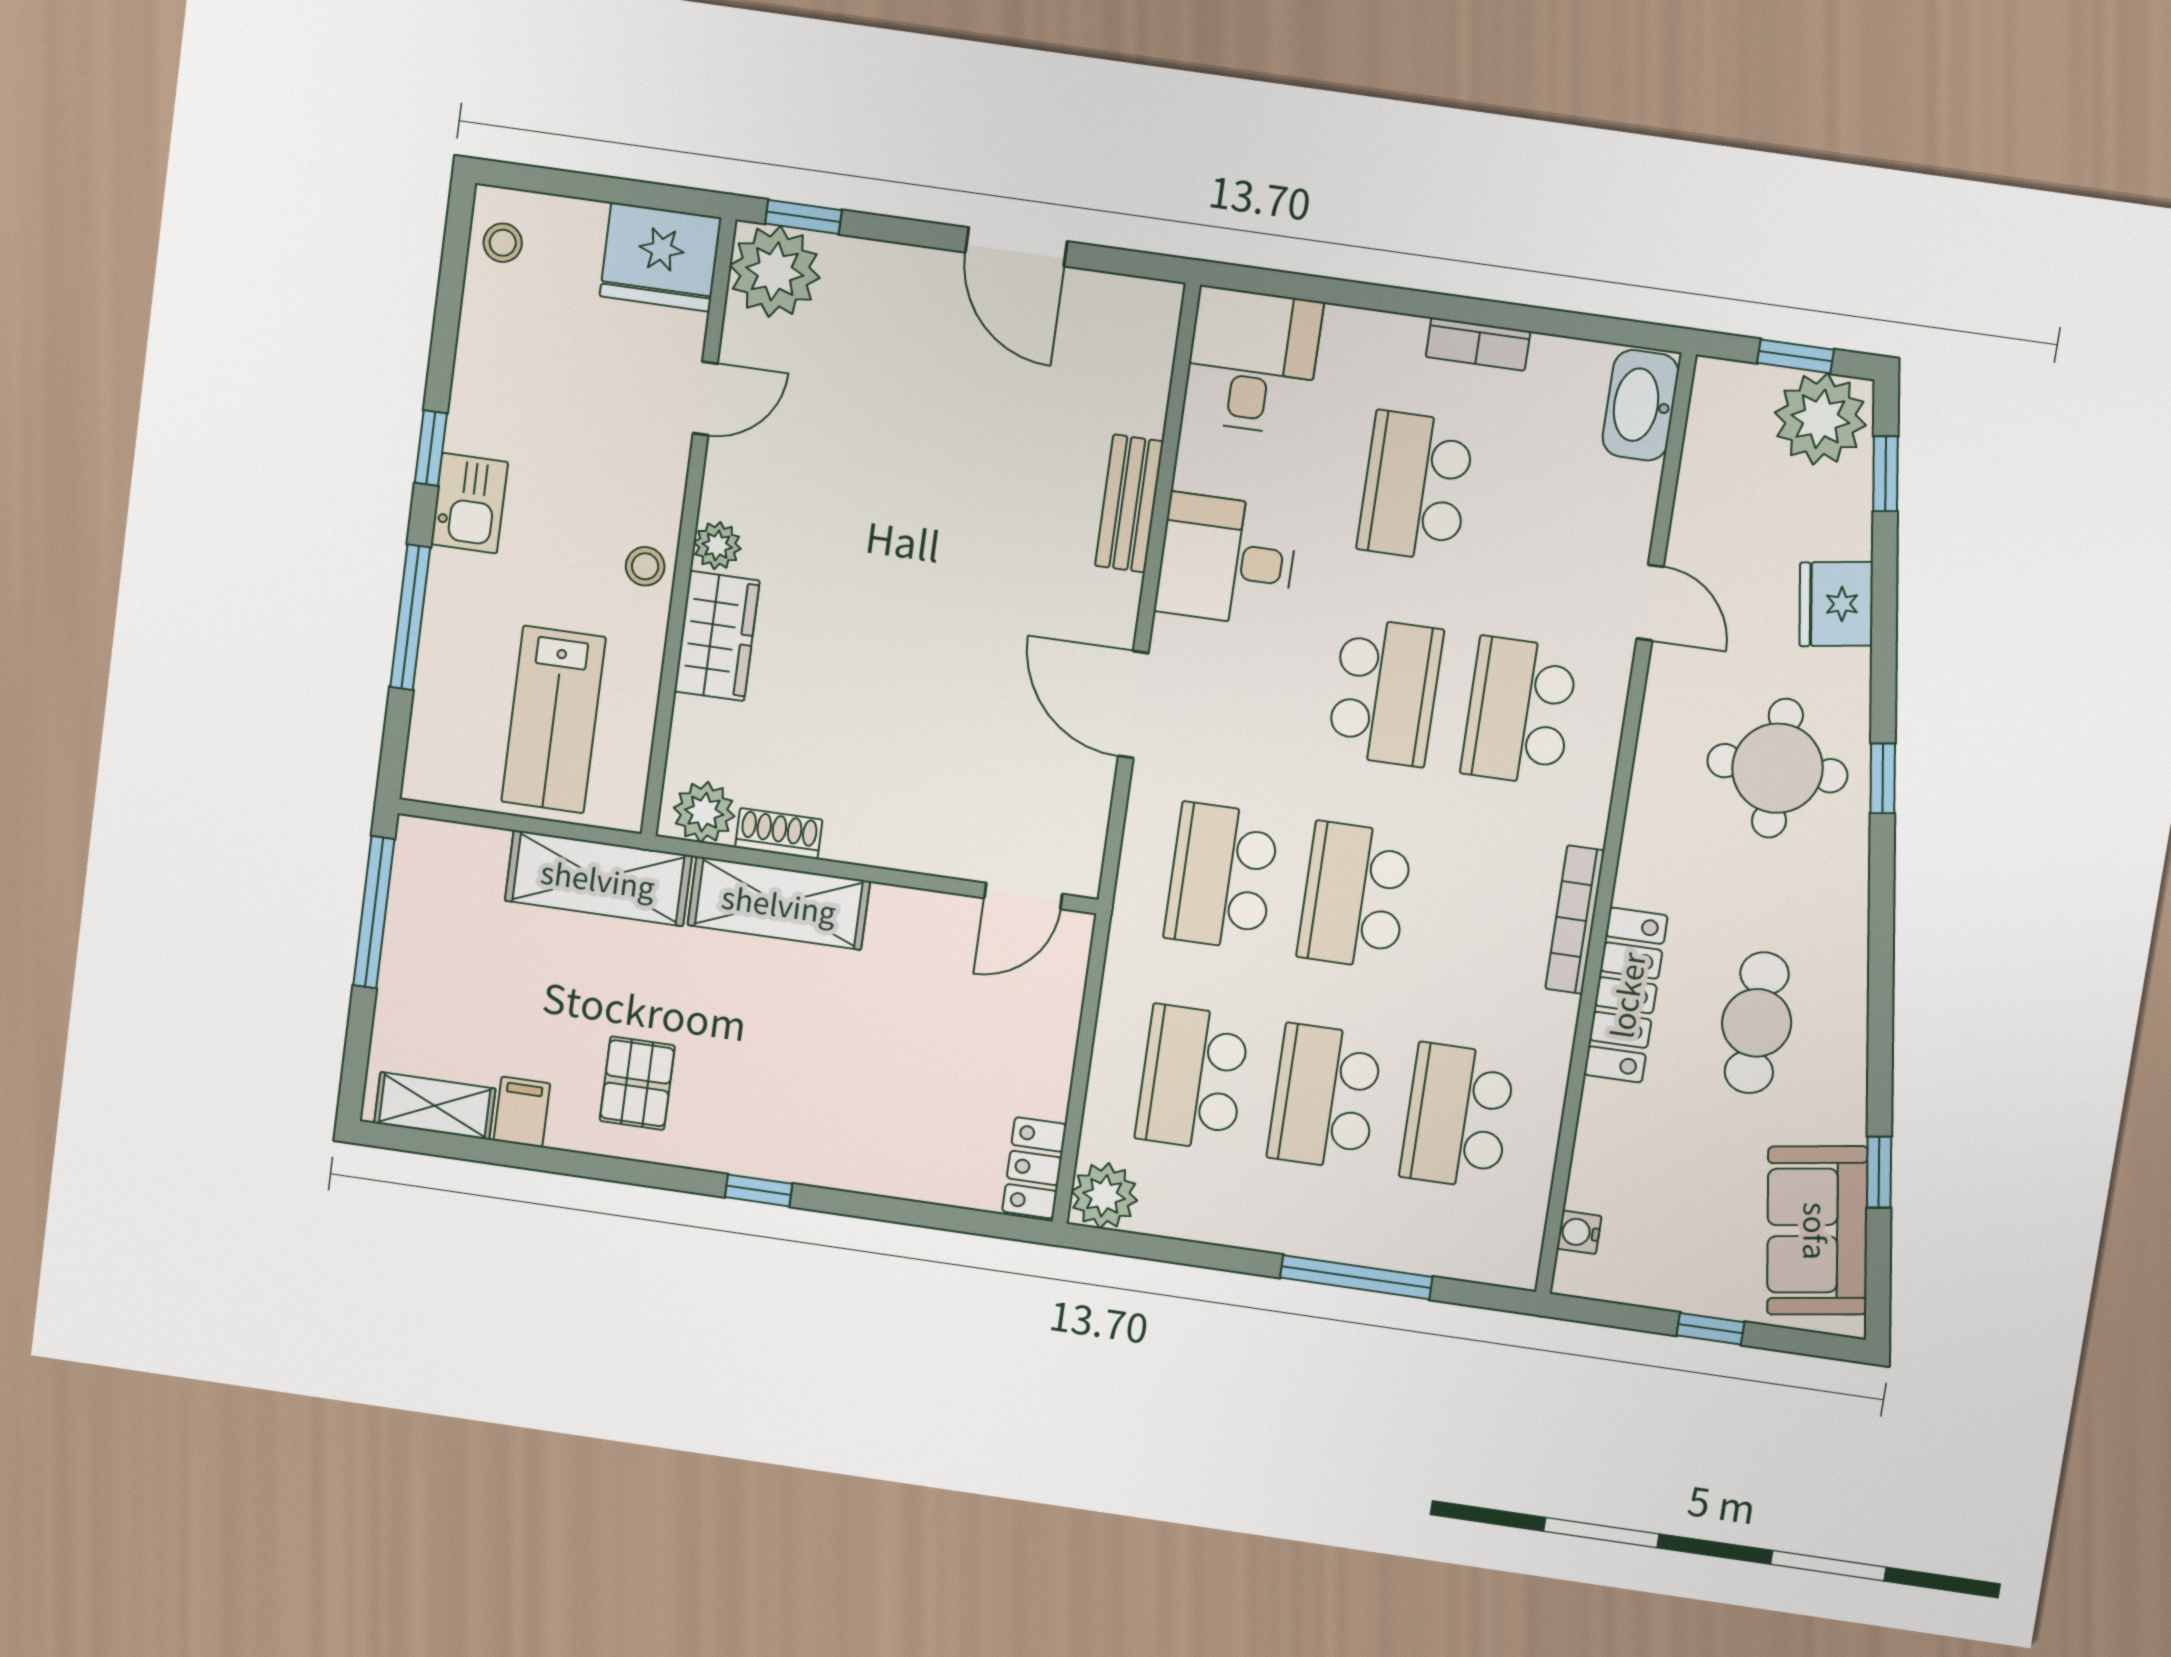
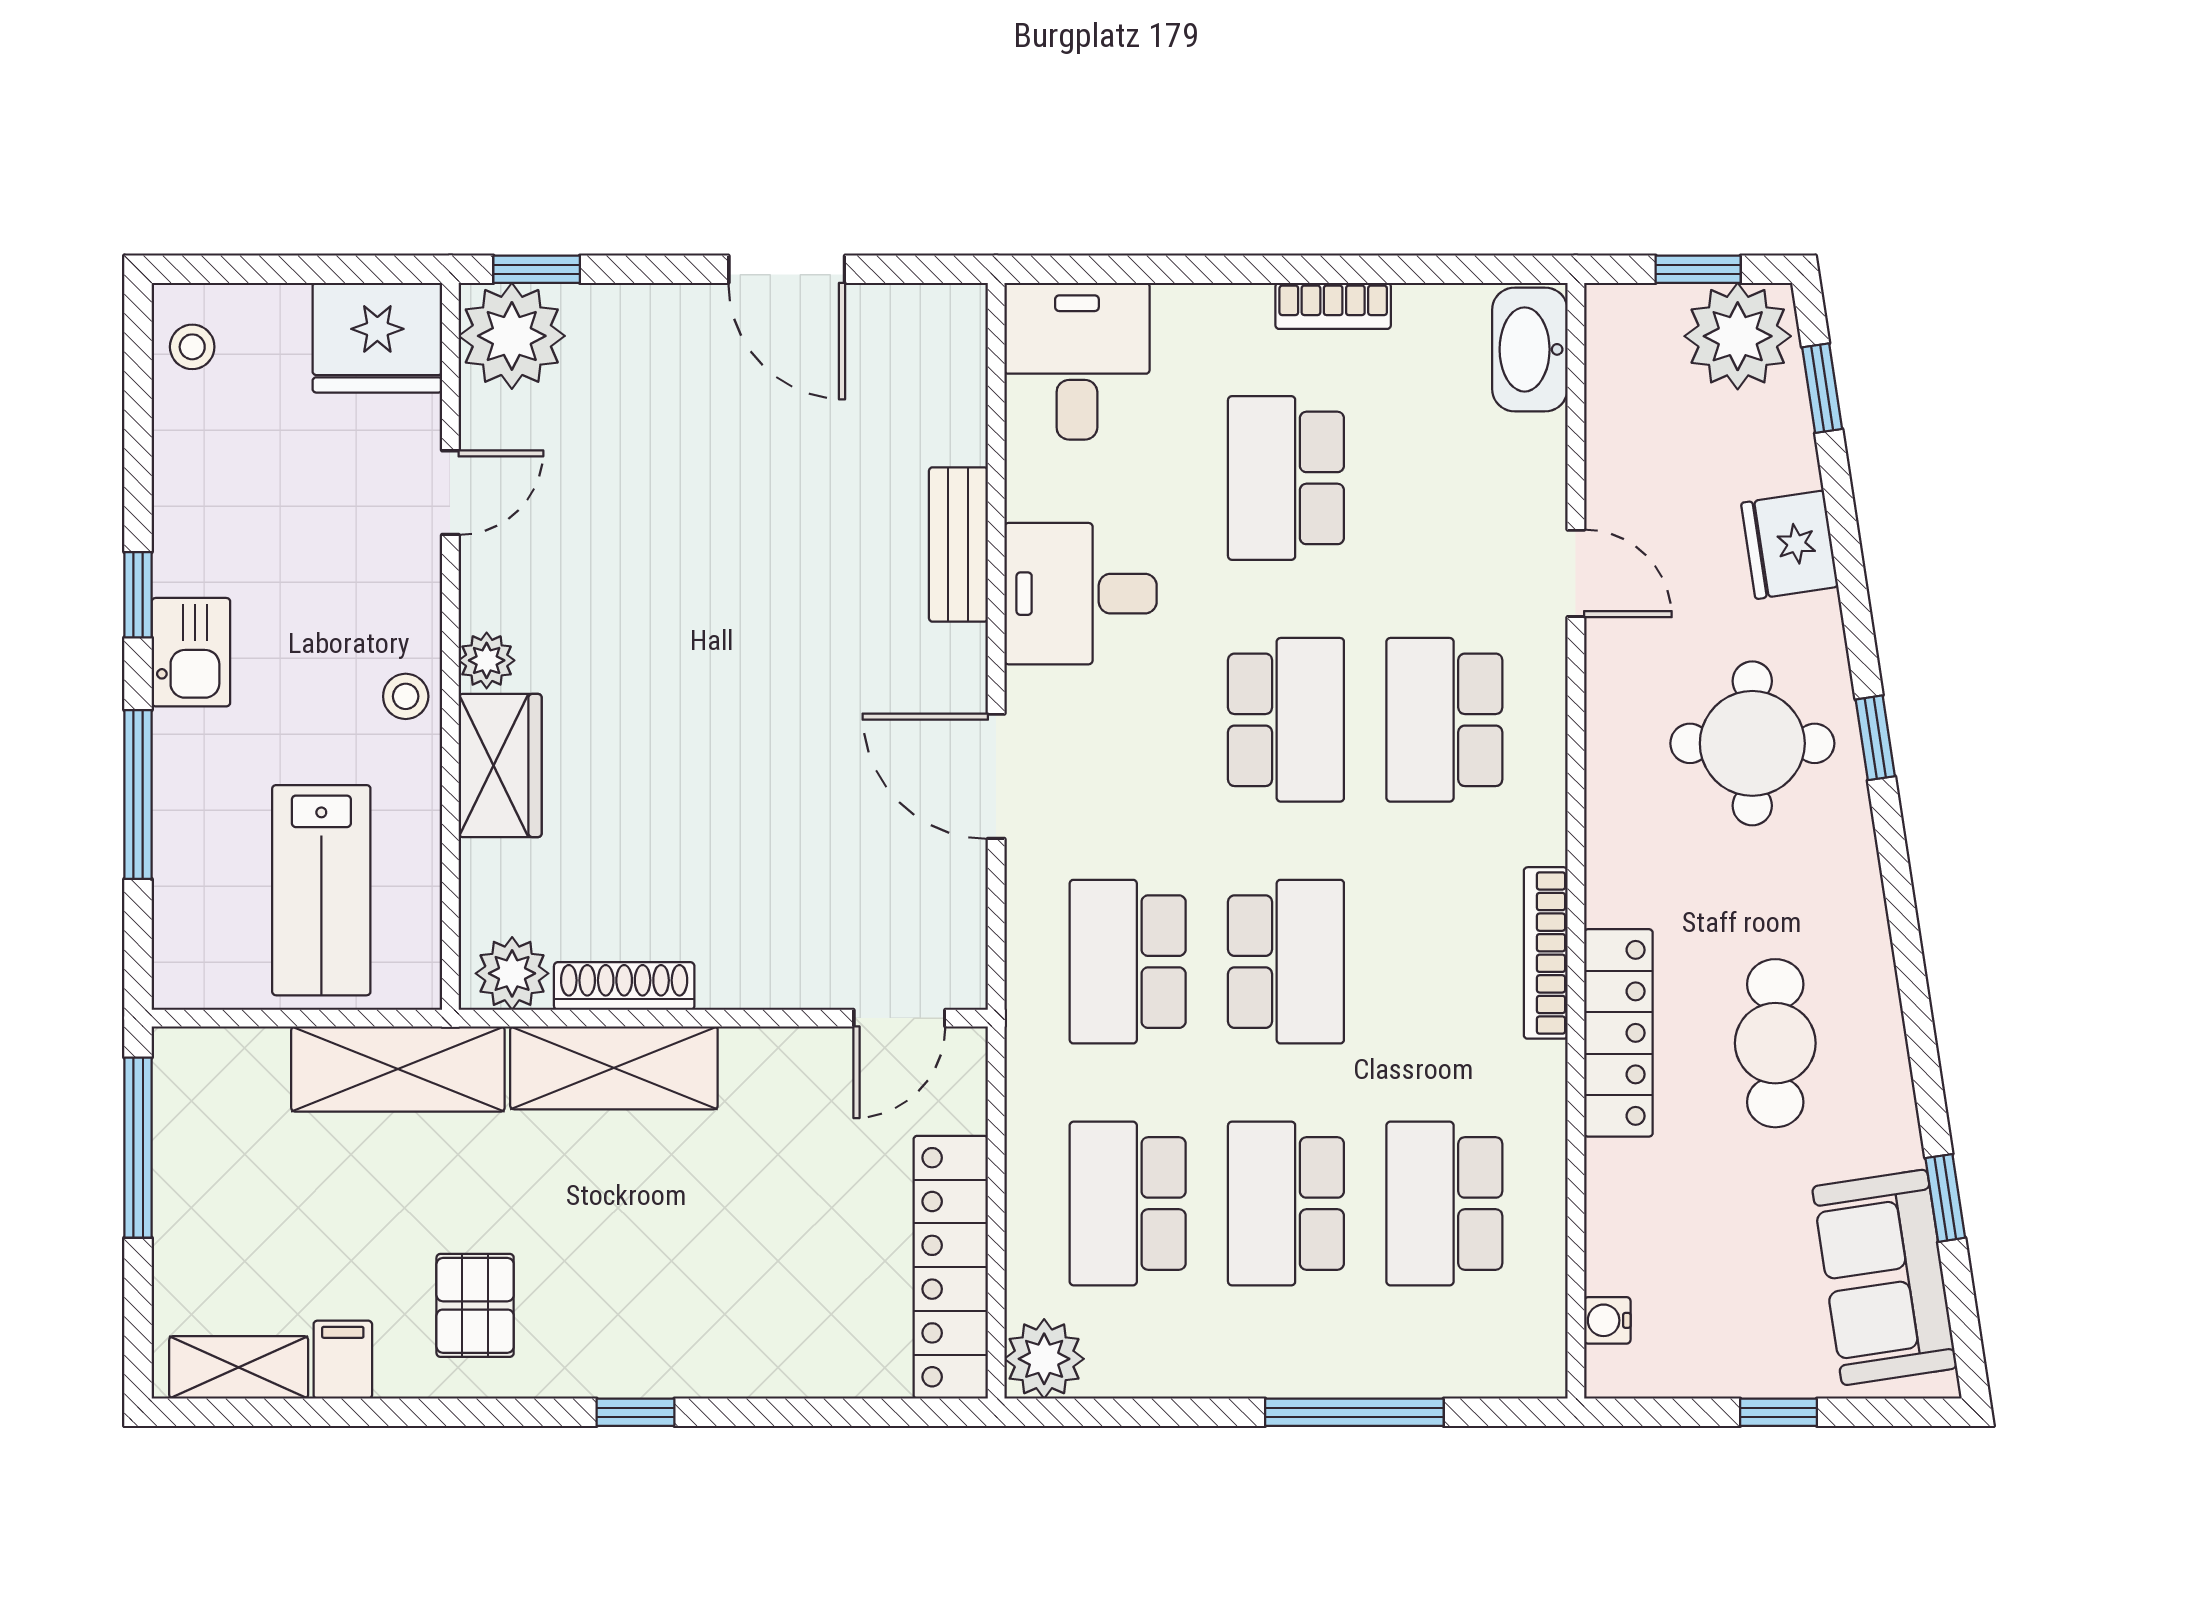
shoe rack: (779, 834) -> (624, 986), width x1.43
school desk: (1355, 895) -> (1286, 962), turned 180
locker: (1034, 1168) -> (951, 1267), width x2.16, depth x1.21

